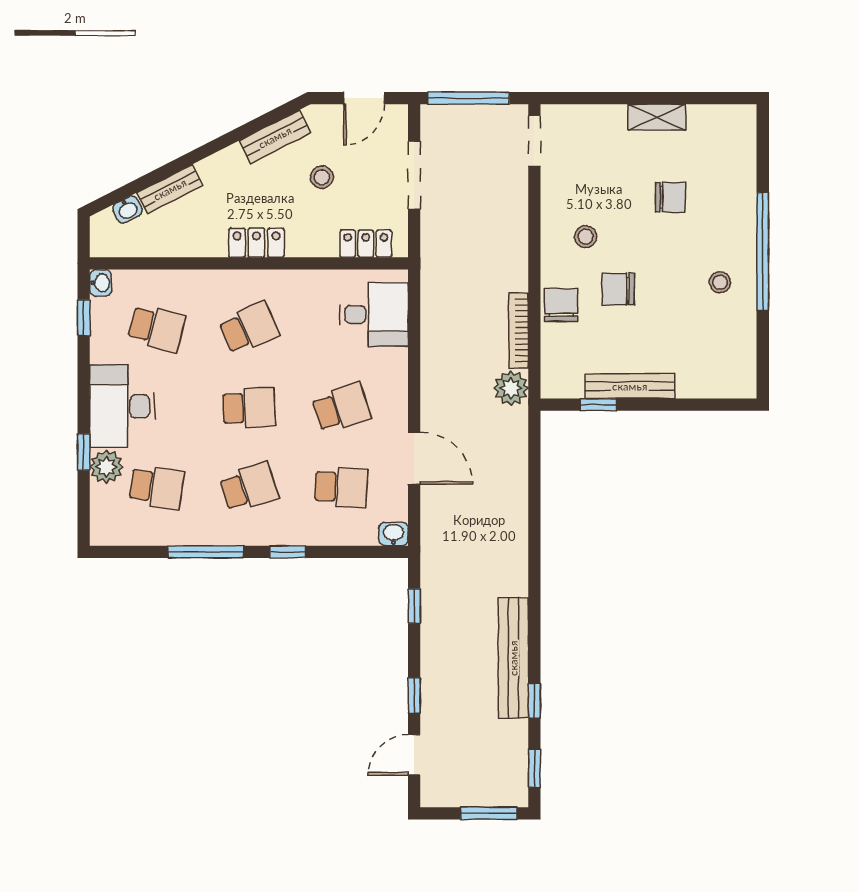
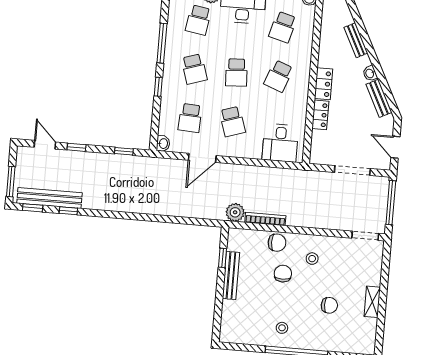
stool: (322, 177) -> (355, 121), removed
chair: (670, 197) -> (329, 305), turned -90
washbasin: (128, 209) -> (370, 73), moved
locker: (366, 244) -> (320, 115), moved
school desk: (249, 328) -> (279, 76), turned 45
bench: (513, 658) -> (49, 198), moved

